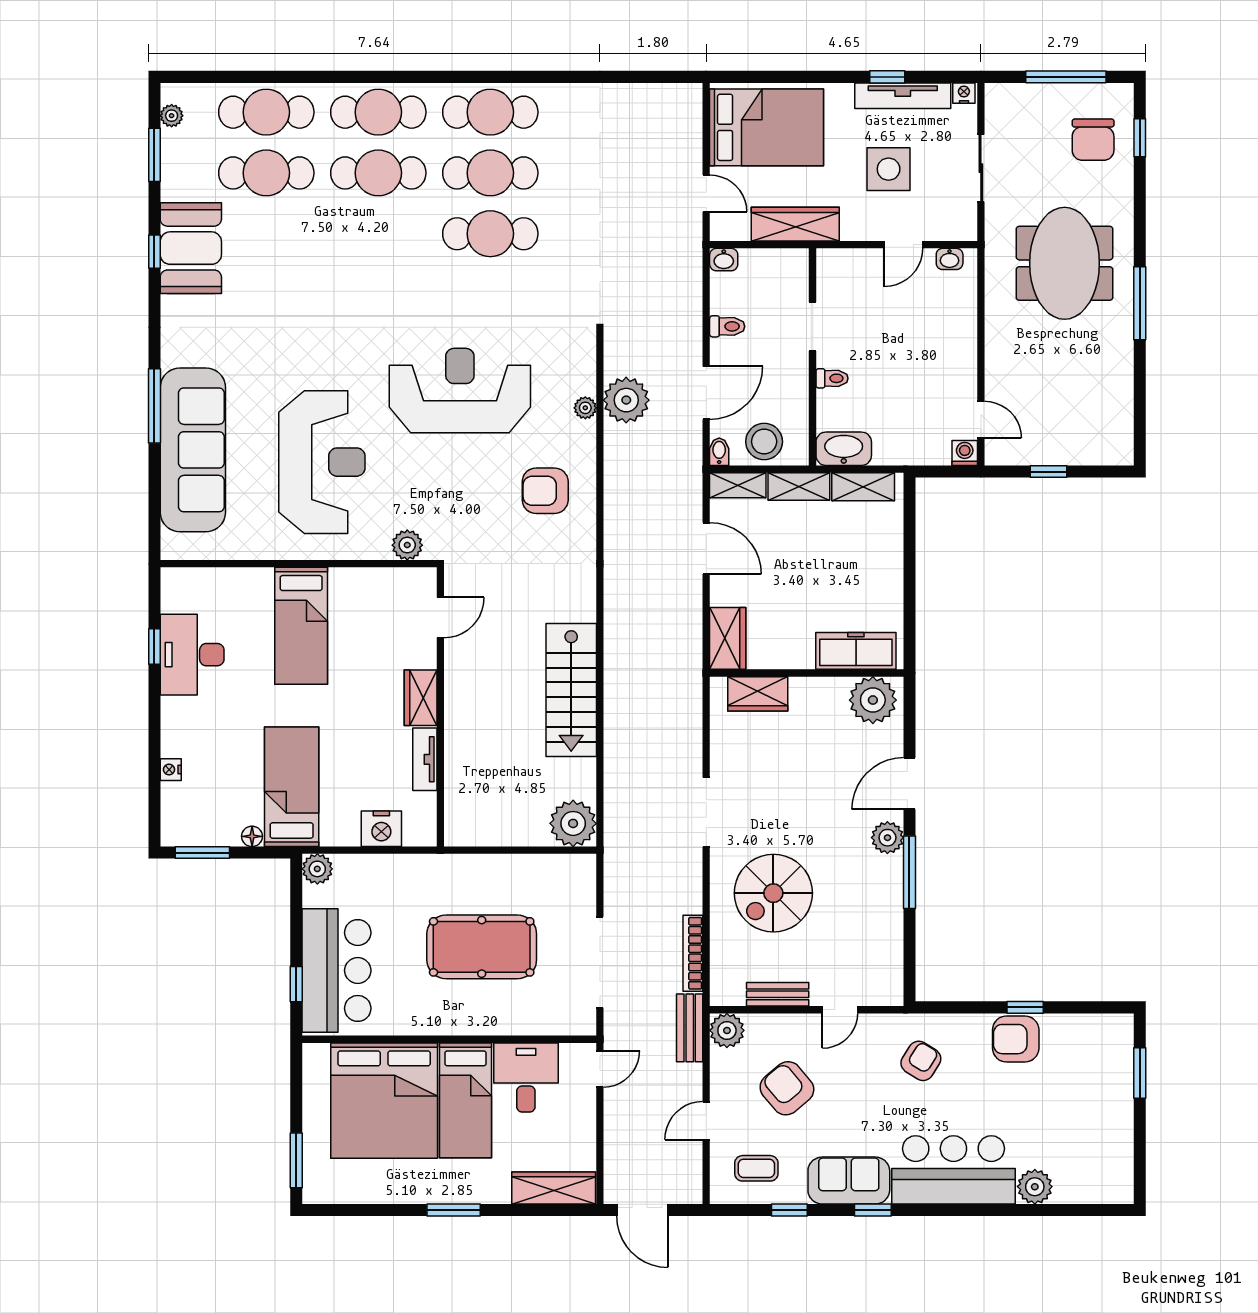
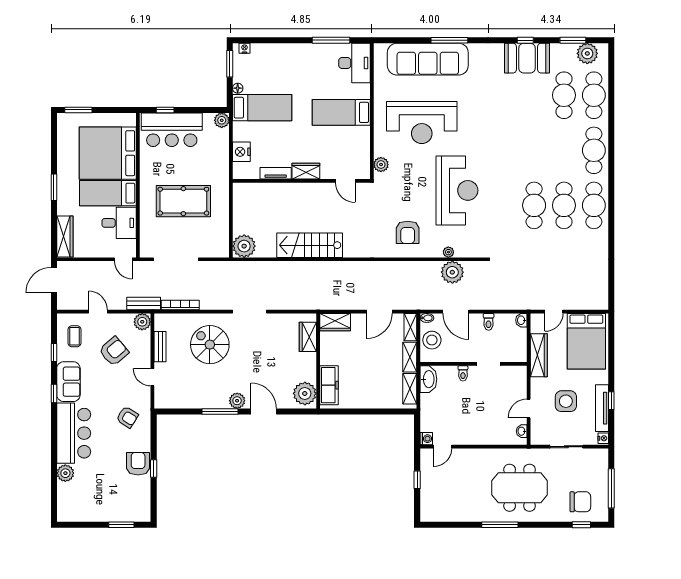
plant: (172, 116) -> (587, 53), width x1.88, depth x1.88
chair: (1093, 140) -> (580, 502), turned 180
cafe table: (378, 173) -> (564, 150), removed
door: (903, 245) -> (529, 409), hinge flipped
armchair: (545, 491) -> (408, 232), turned 180
window: (154, 646) -> (331, 40), width x2.17
desk: (192, 655) -> (354, 63), moved, turned 90
nightstand: (171, 770) -> (244, 48), moved
pool table: (482, 947) -> (183, 201), turned 90

